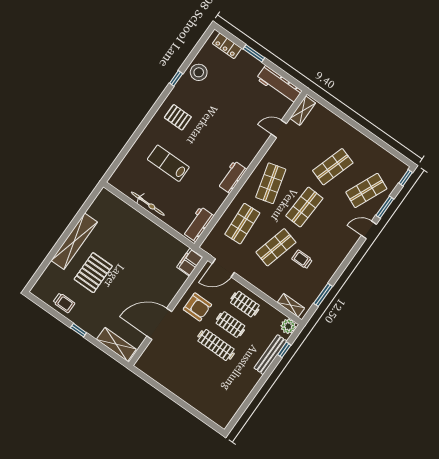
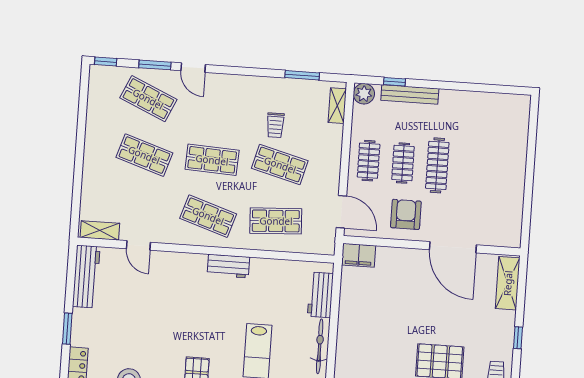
shop shelf: (271, 183) -> (208, 216), turned 33
workbench: (198, 224) -> (320, 295), moved, turned 90

